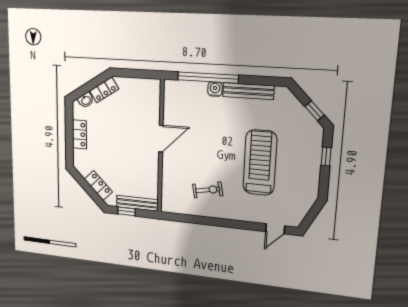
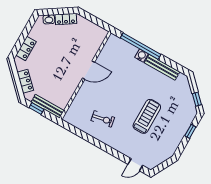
locker: (79, 134) -> (26, 48), moved
treadmill: (260, 163) -> (147, 116), width x0.73, depth x0.73

